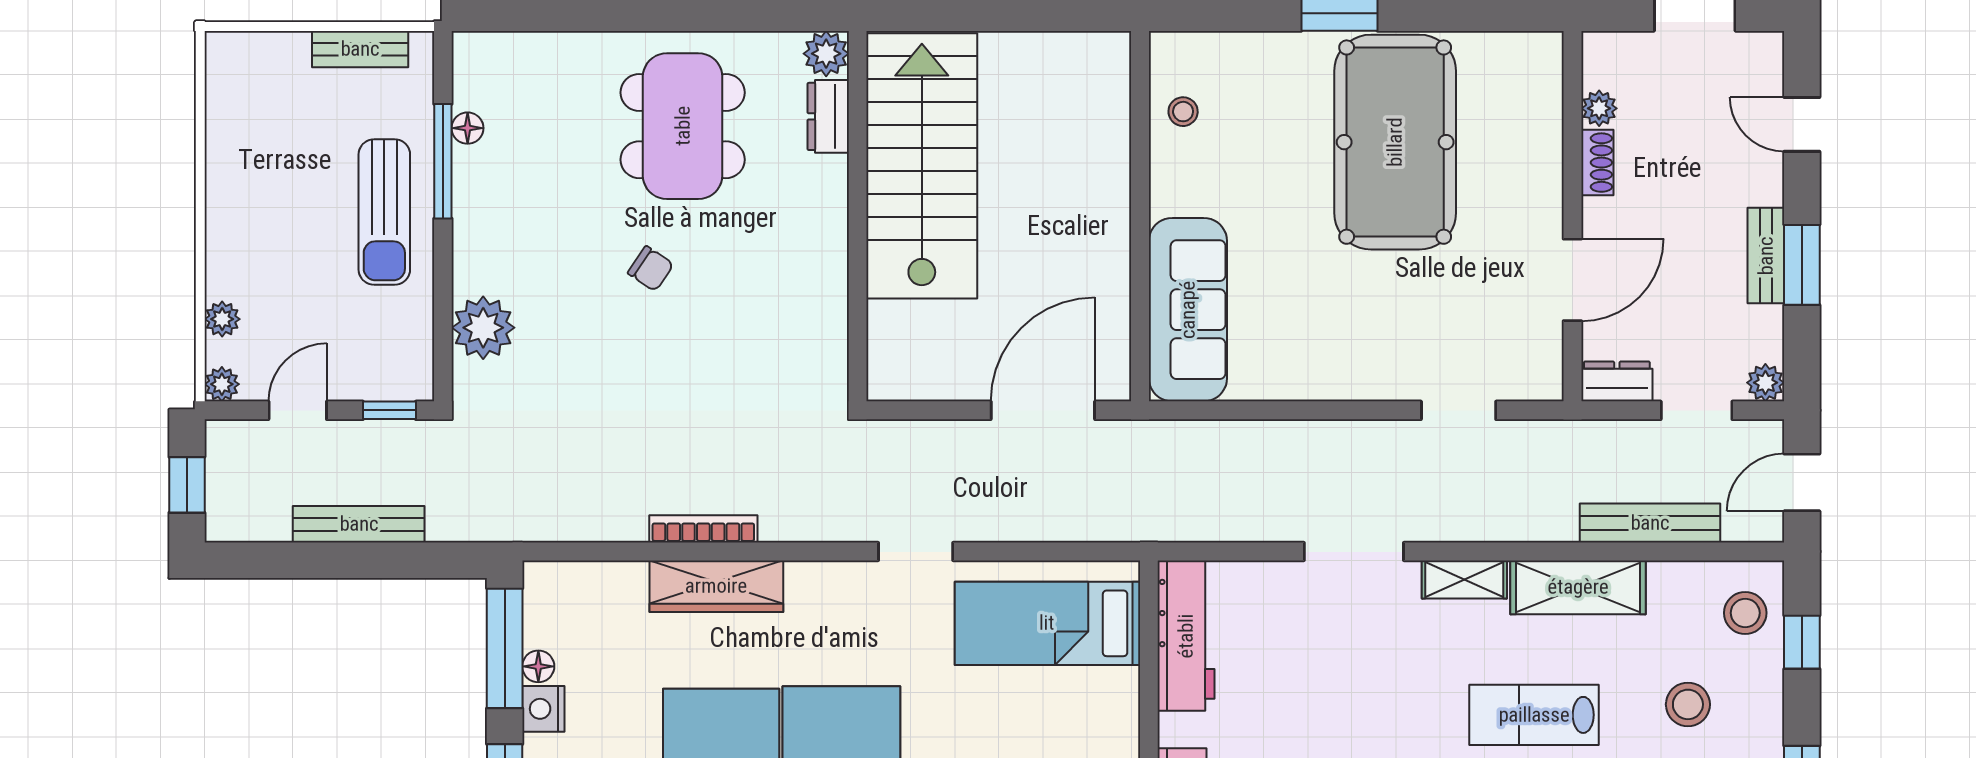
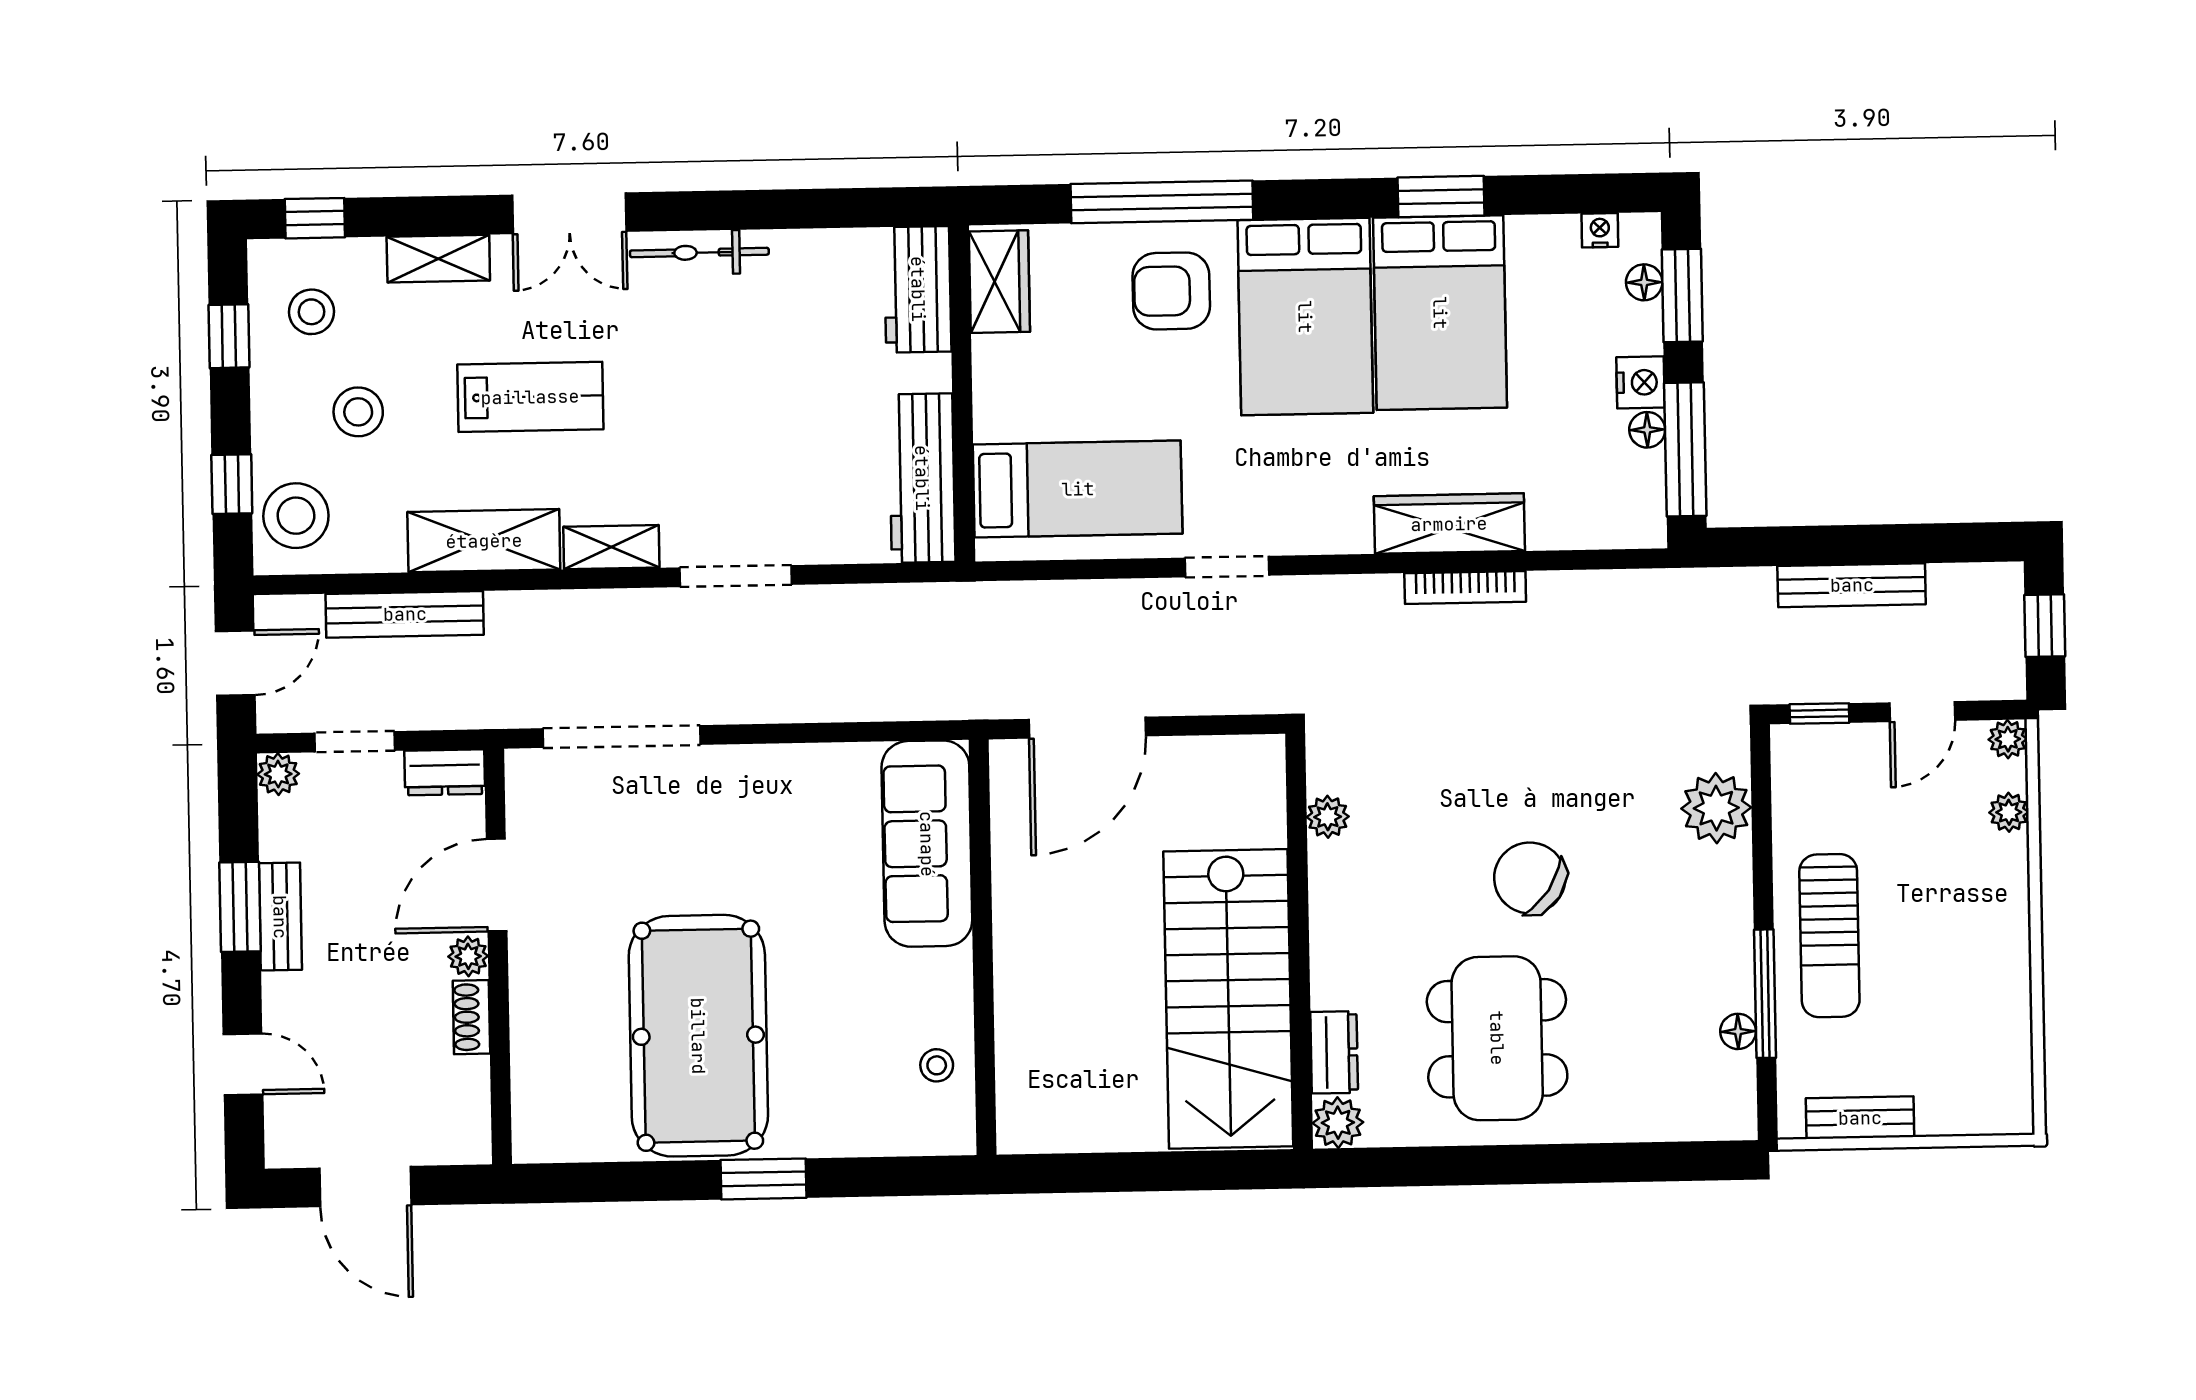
plant: (1599, 108) -> (468, 956), moved
sun lounger: (384, 212) -> (1829, 936), turned 180
chair: (651, 269) -> (1530, 878), width x1.87, depth x1.87
plant: (830, 327) -> (1328, 817), added
doorway: (1459, 410) -> (621, 737), width x1.88
stool: (1745, 613) -> (296, 516), width x1.38, depth x1.38

